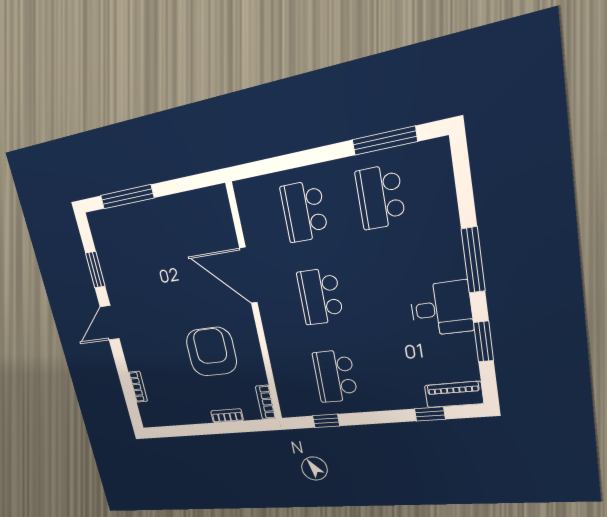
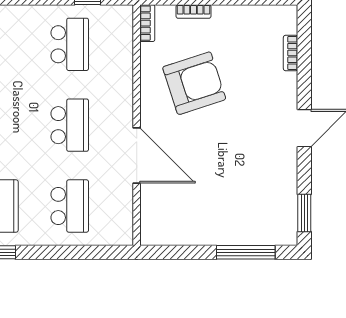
window: (95, 270) -> (304, 213), moved
armchair: (211, 352) -> (194, 83), turned -108

